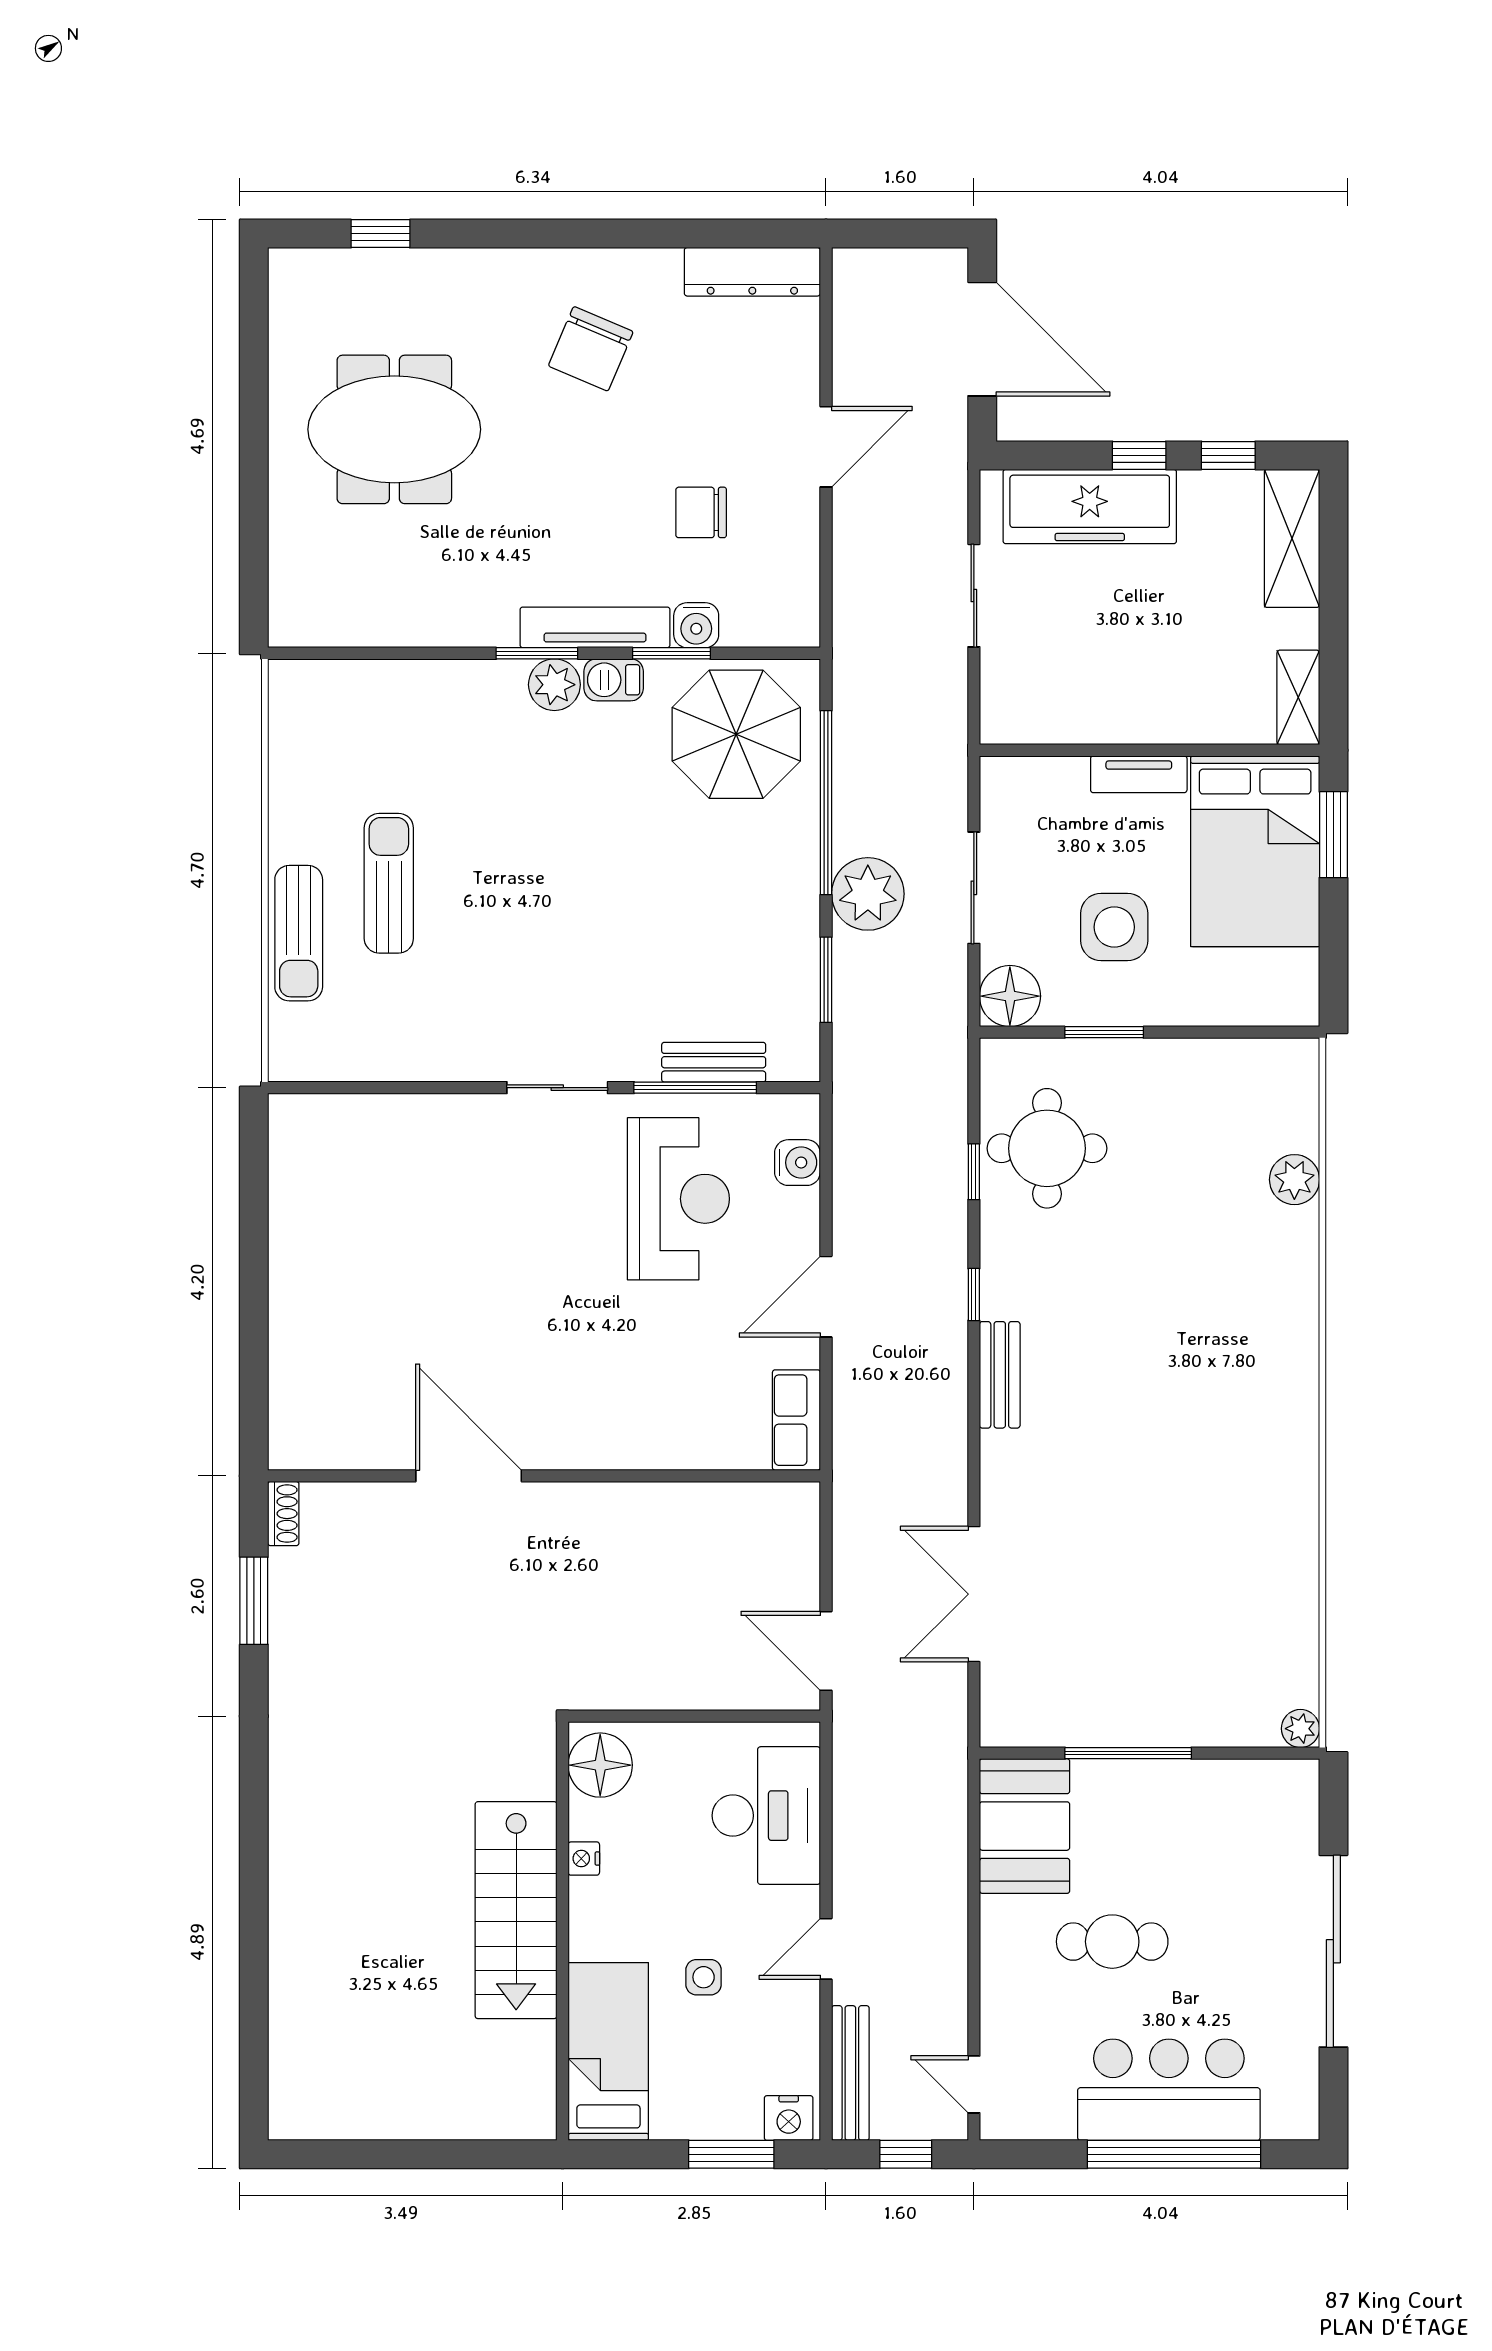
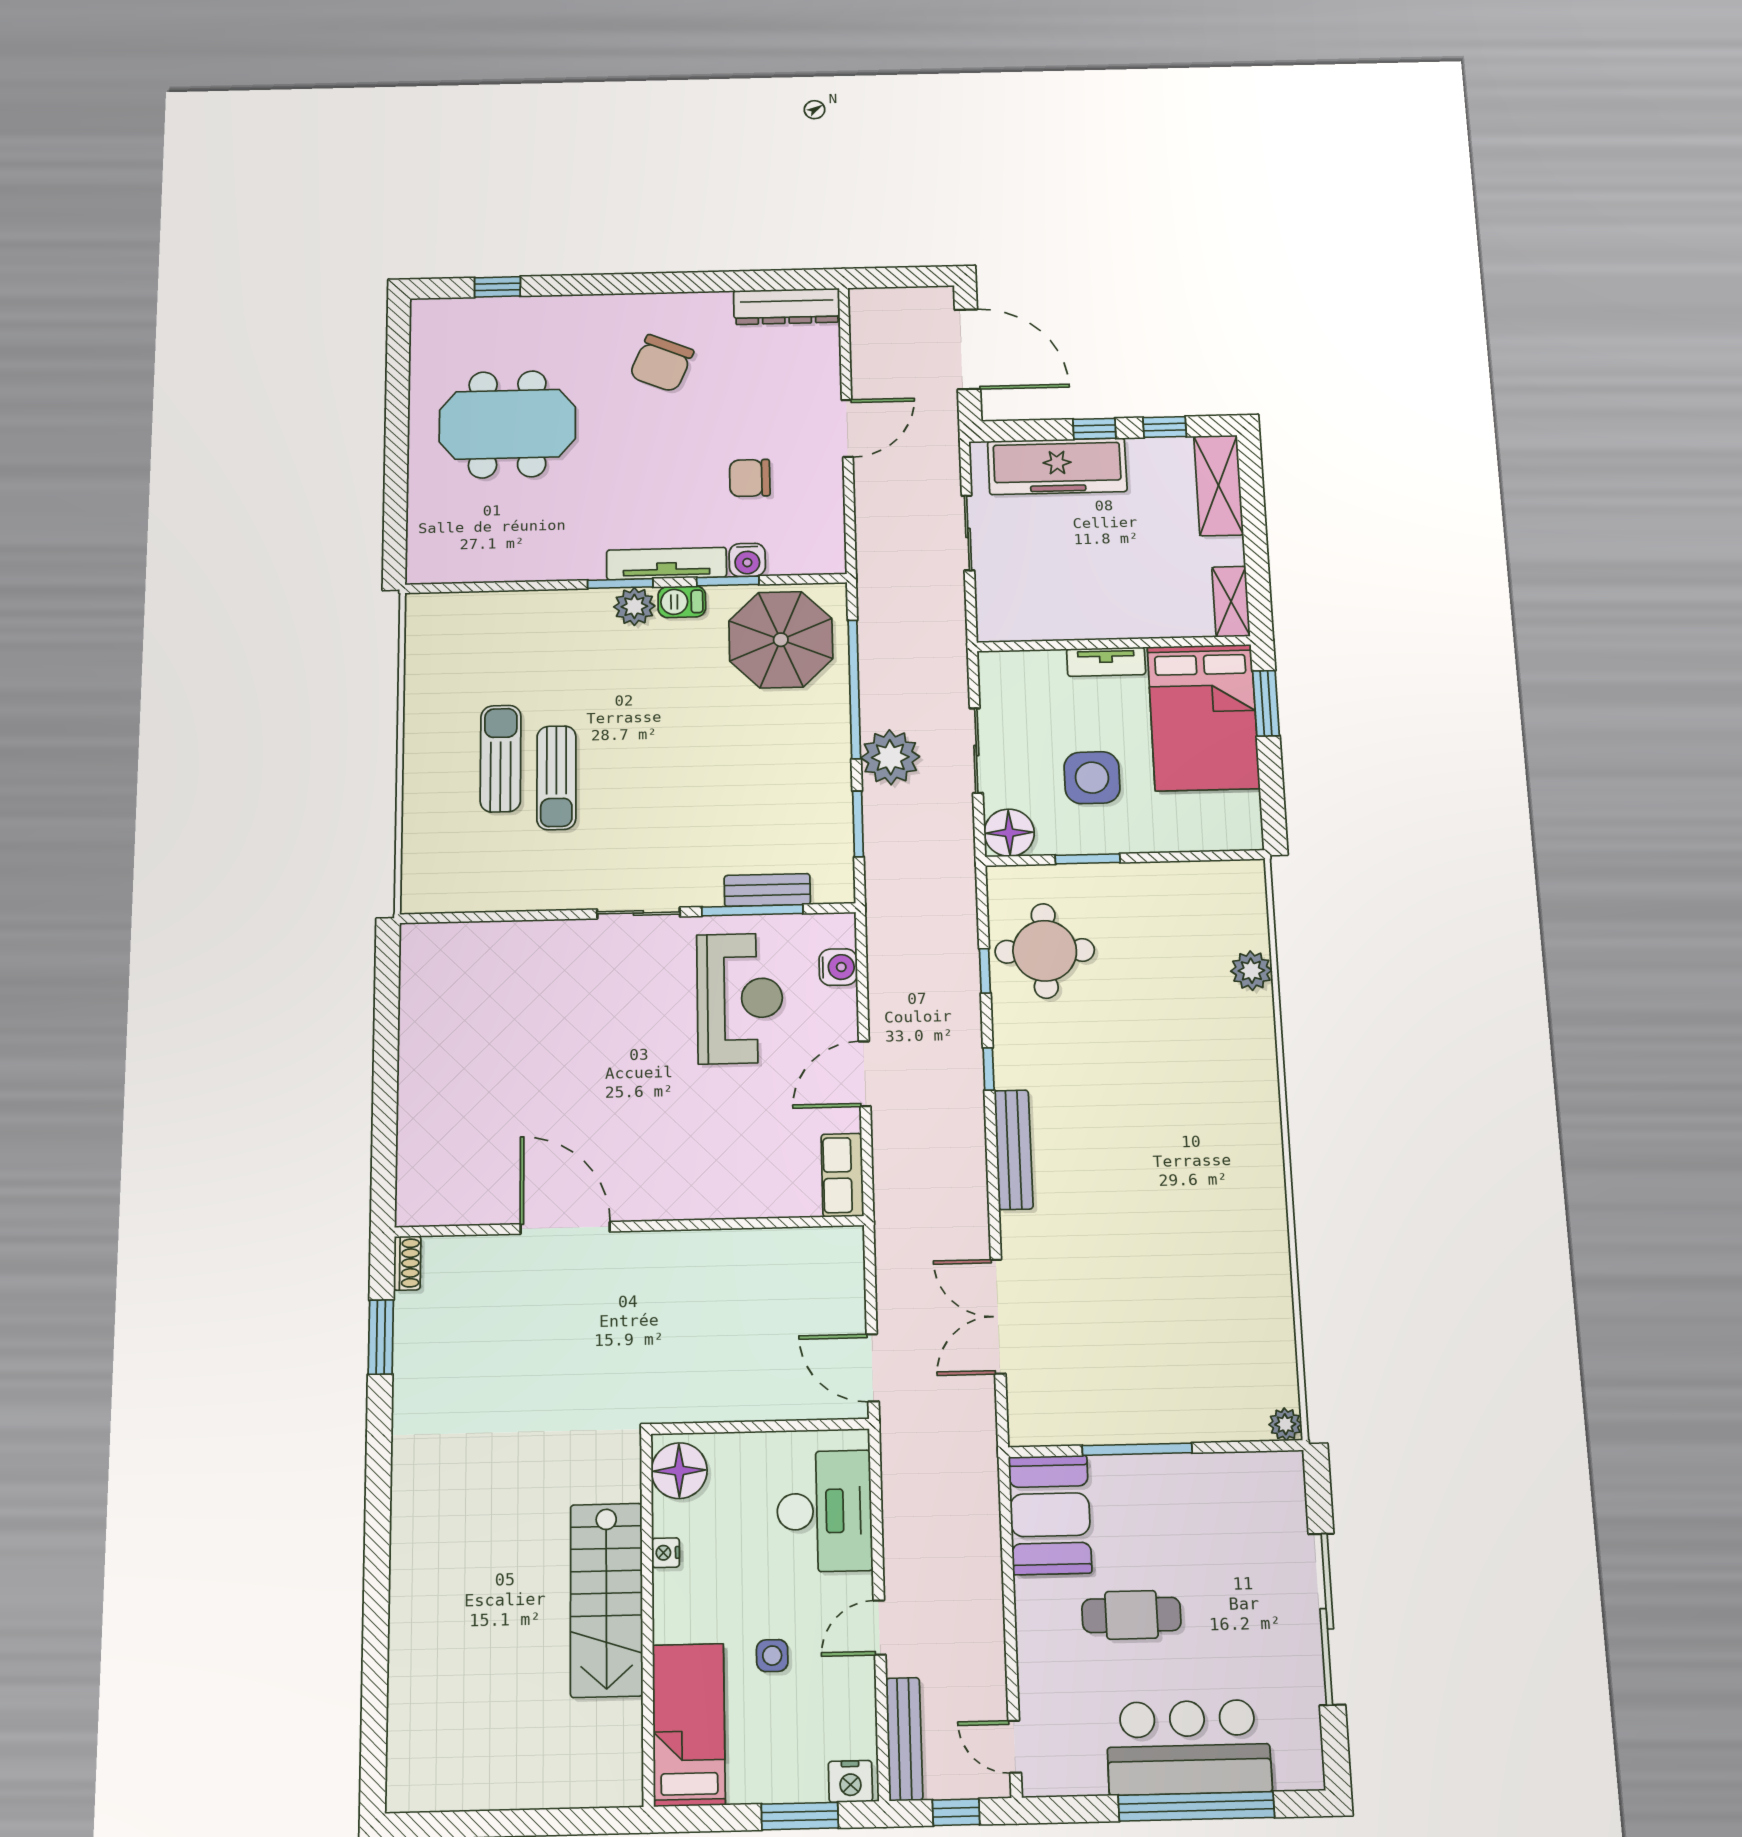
sun lounger: (299, 933) -> (556, 778), moved
bench: (1000, 1375) -> (1014, 1150), width x1.36

